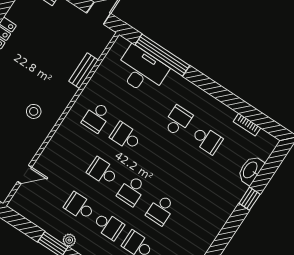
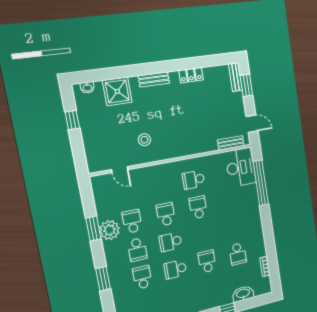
desk: (141, 70) -> (241, 167), moved
bench: (83, 71) -> (231, 143), moved
stool: (34, 111) -> (144, 140), moved
school desk: (178, 121) -> (207, 261), moved, turned -90
plant: (69, 240) -> (110, 230), width x1.87, depth x1.87

